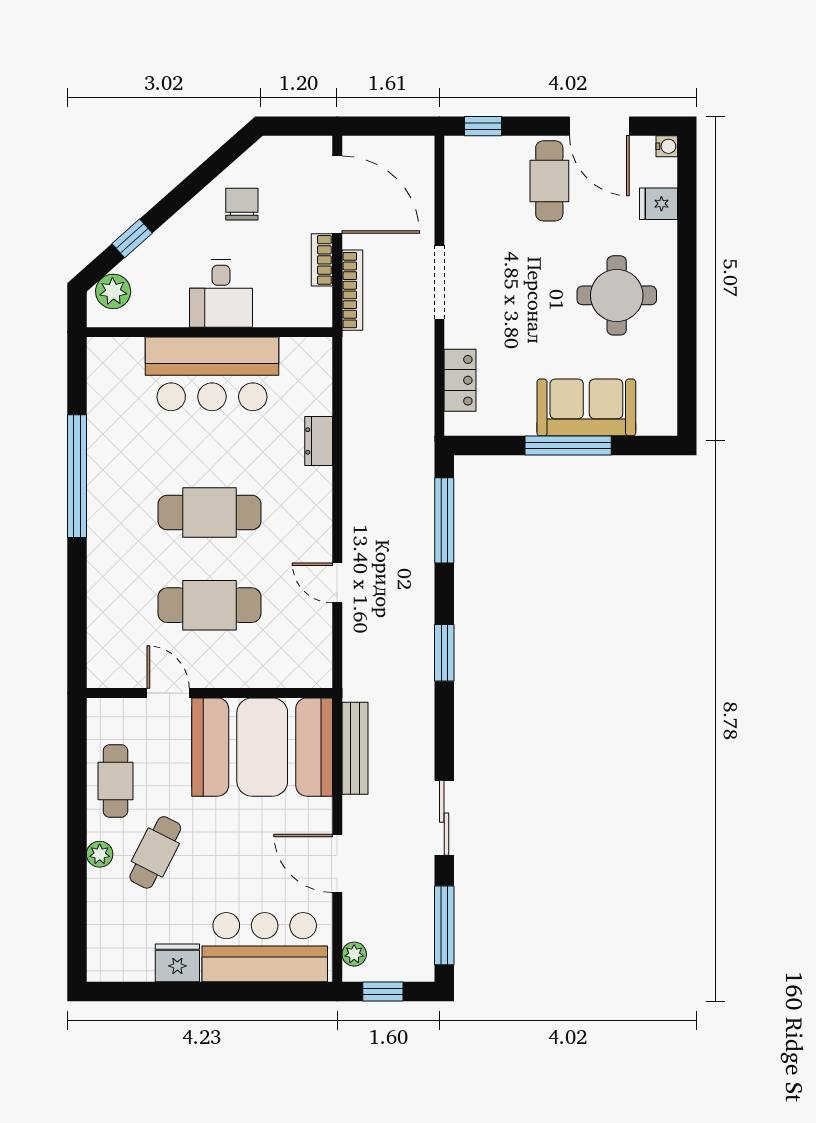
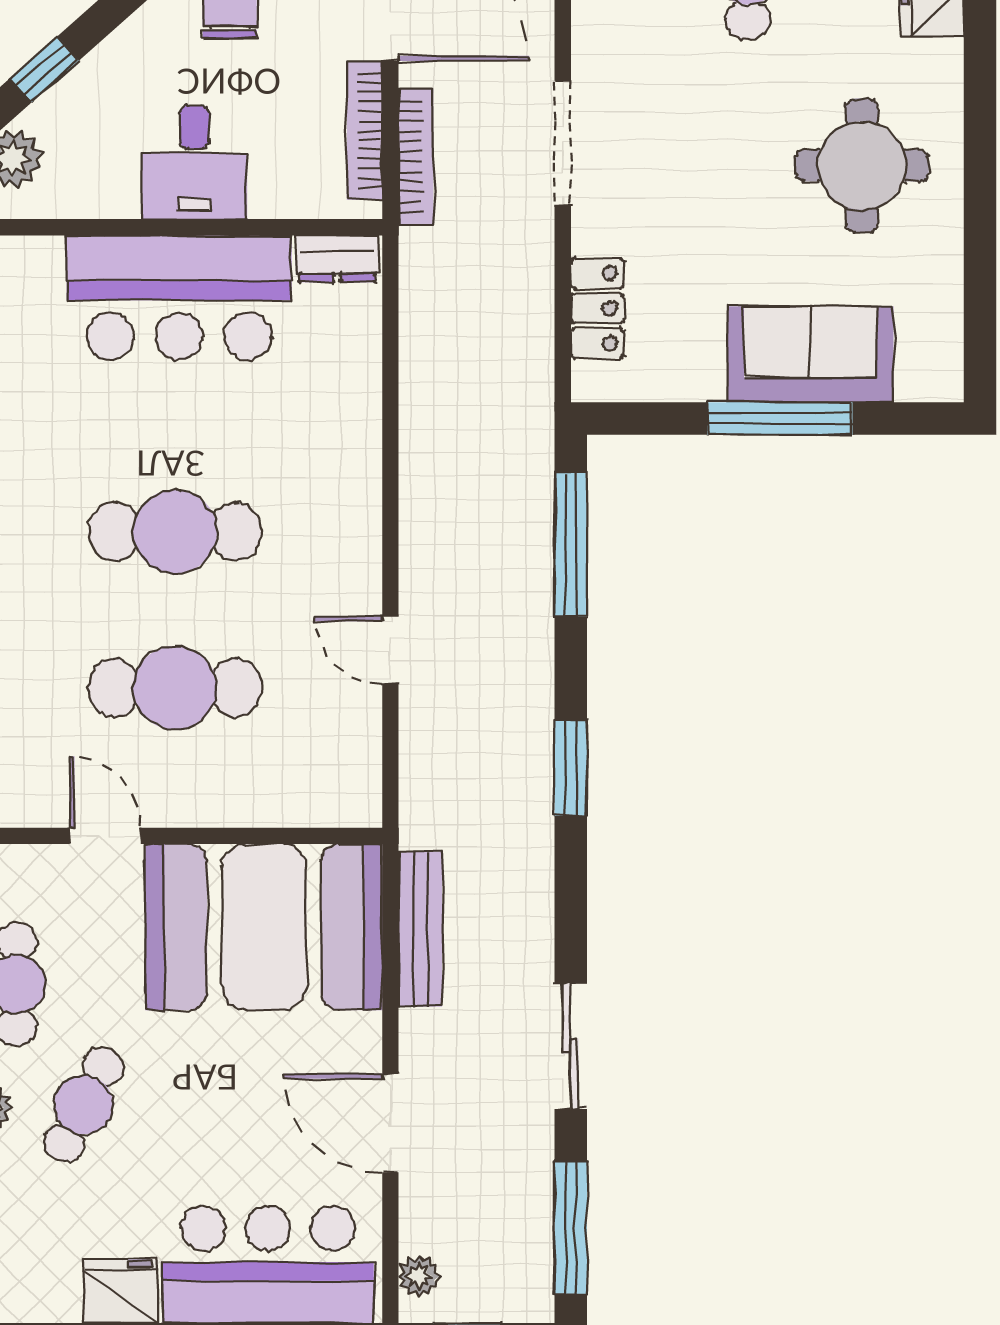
bookcase: (322, 260) -> (365, 130), width x1.56
dresser: (319, 441) -> (337, 259), moved, turned -90

